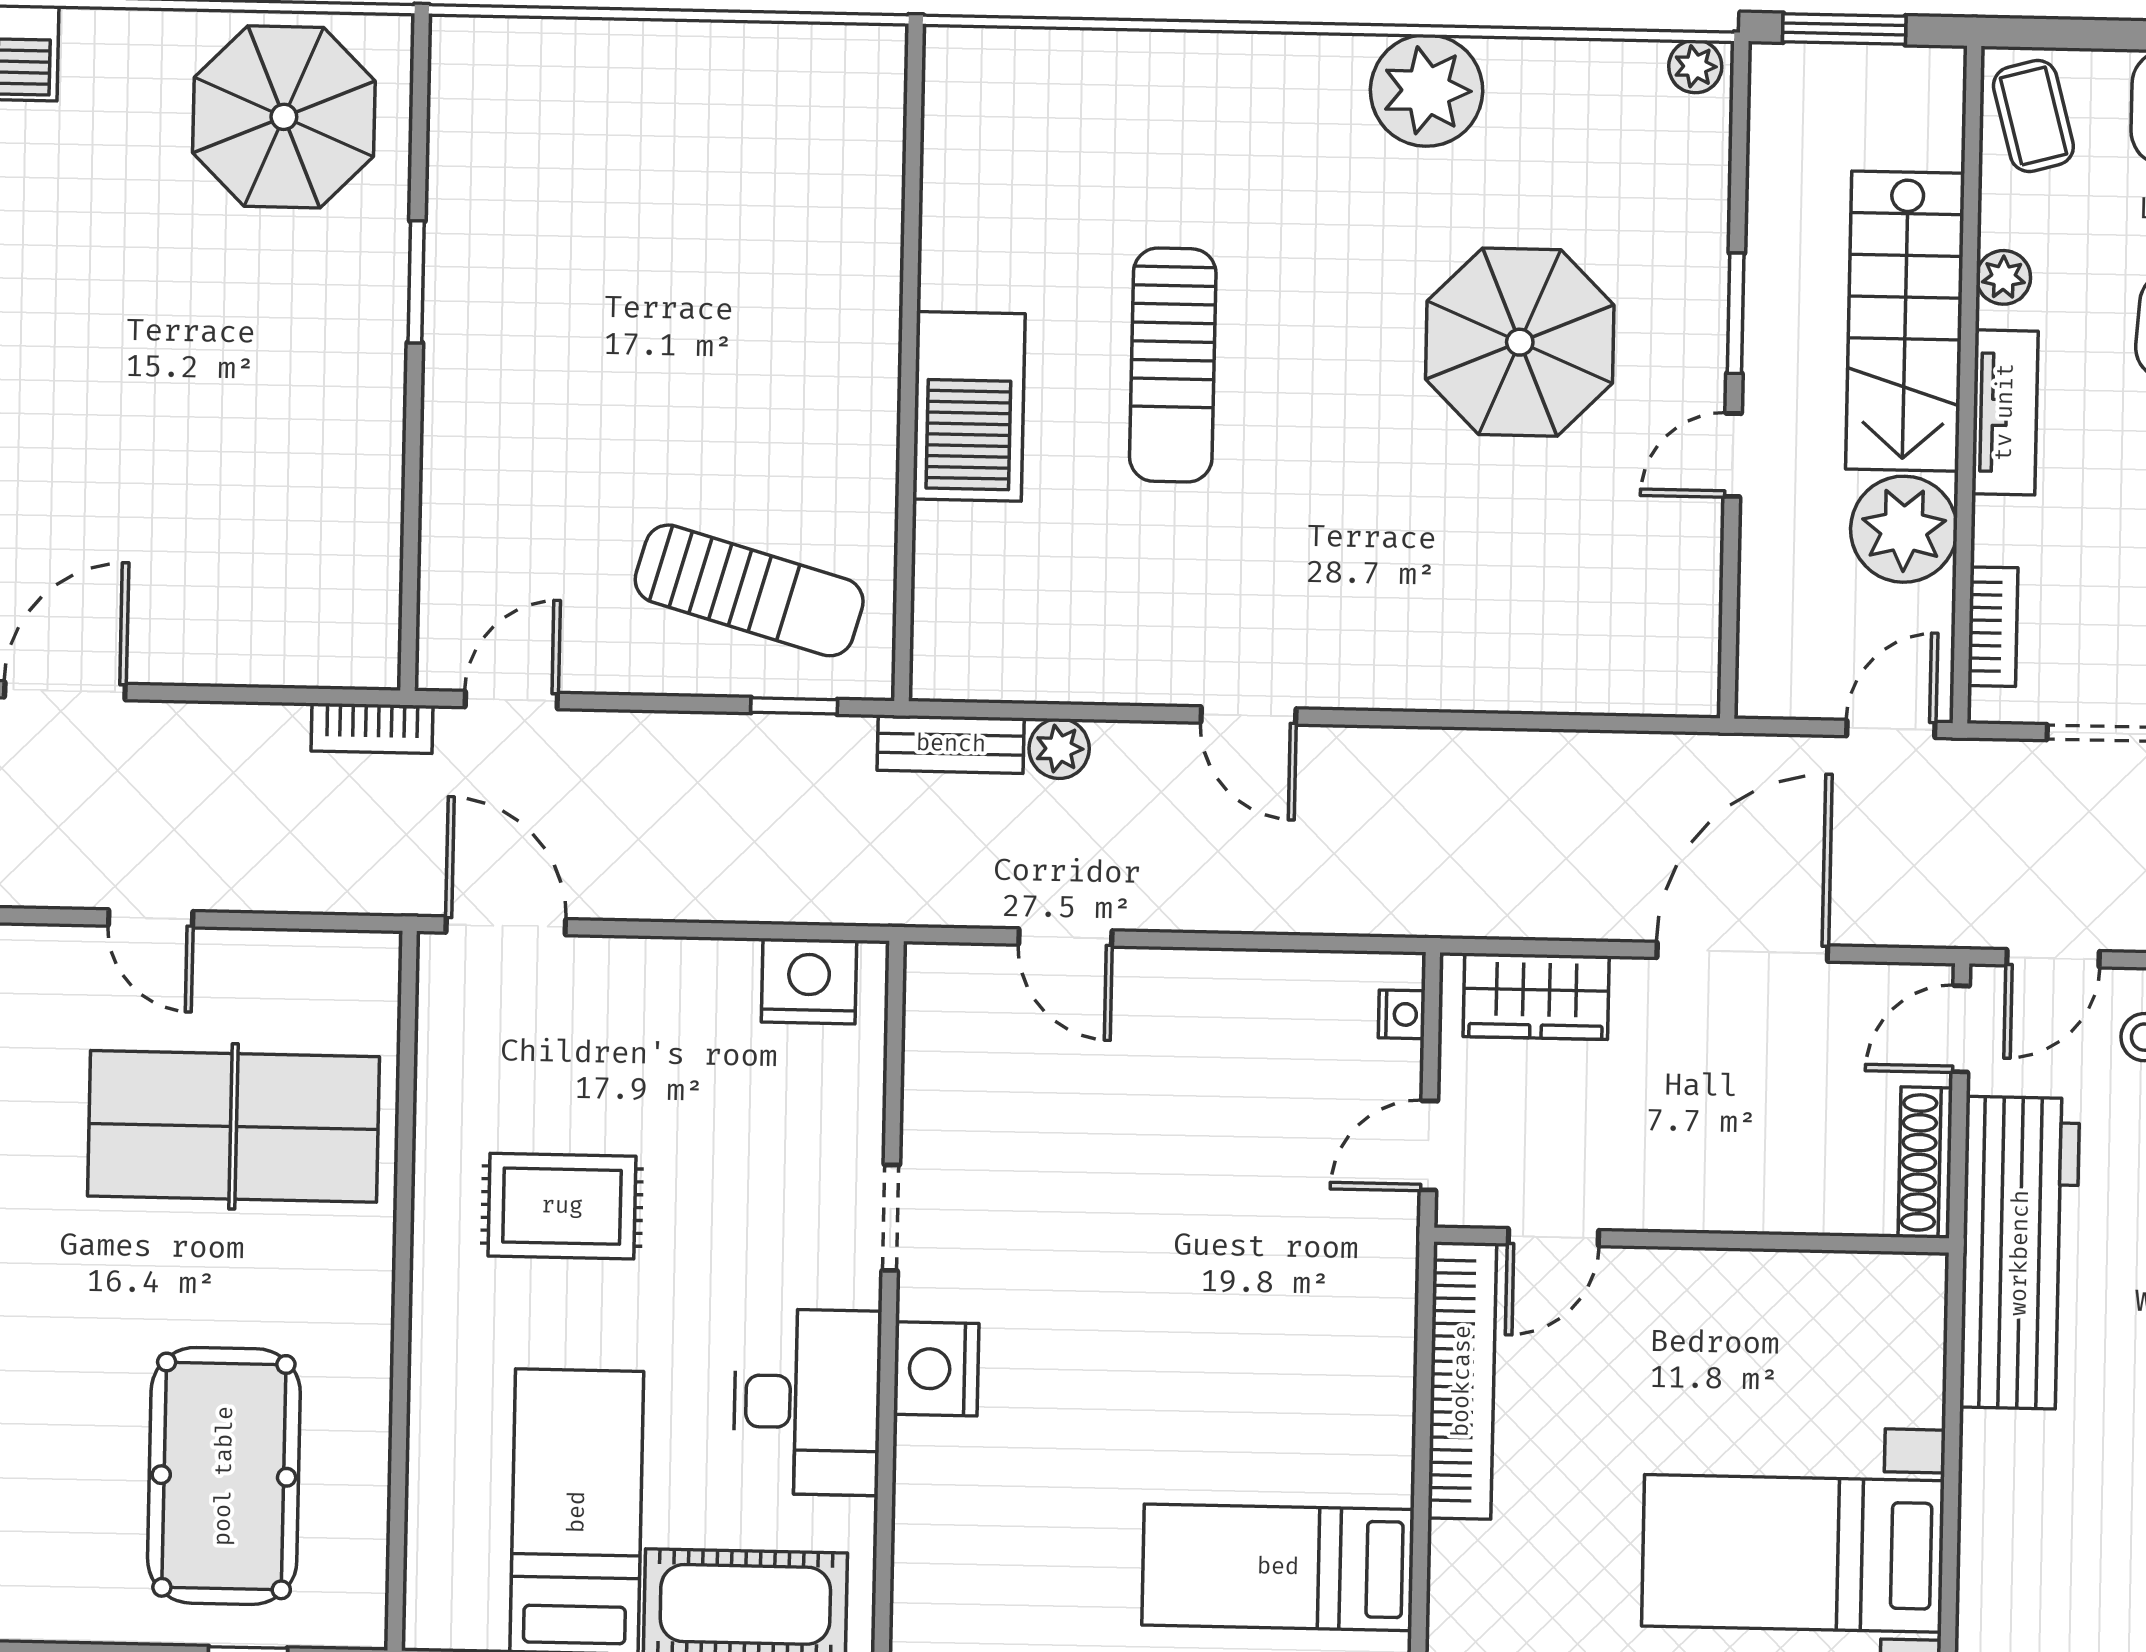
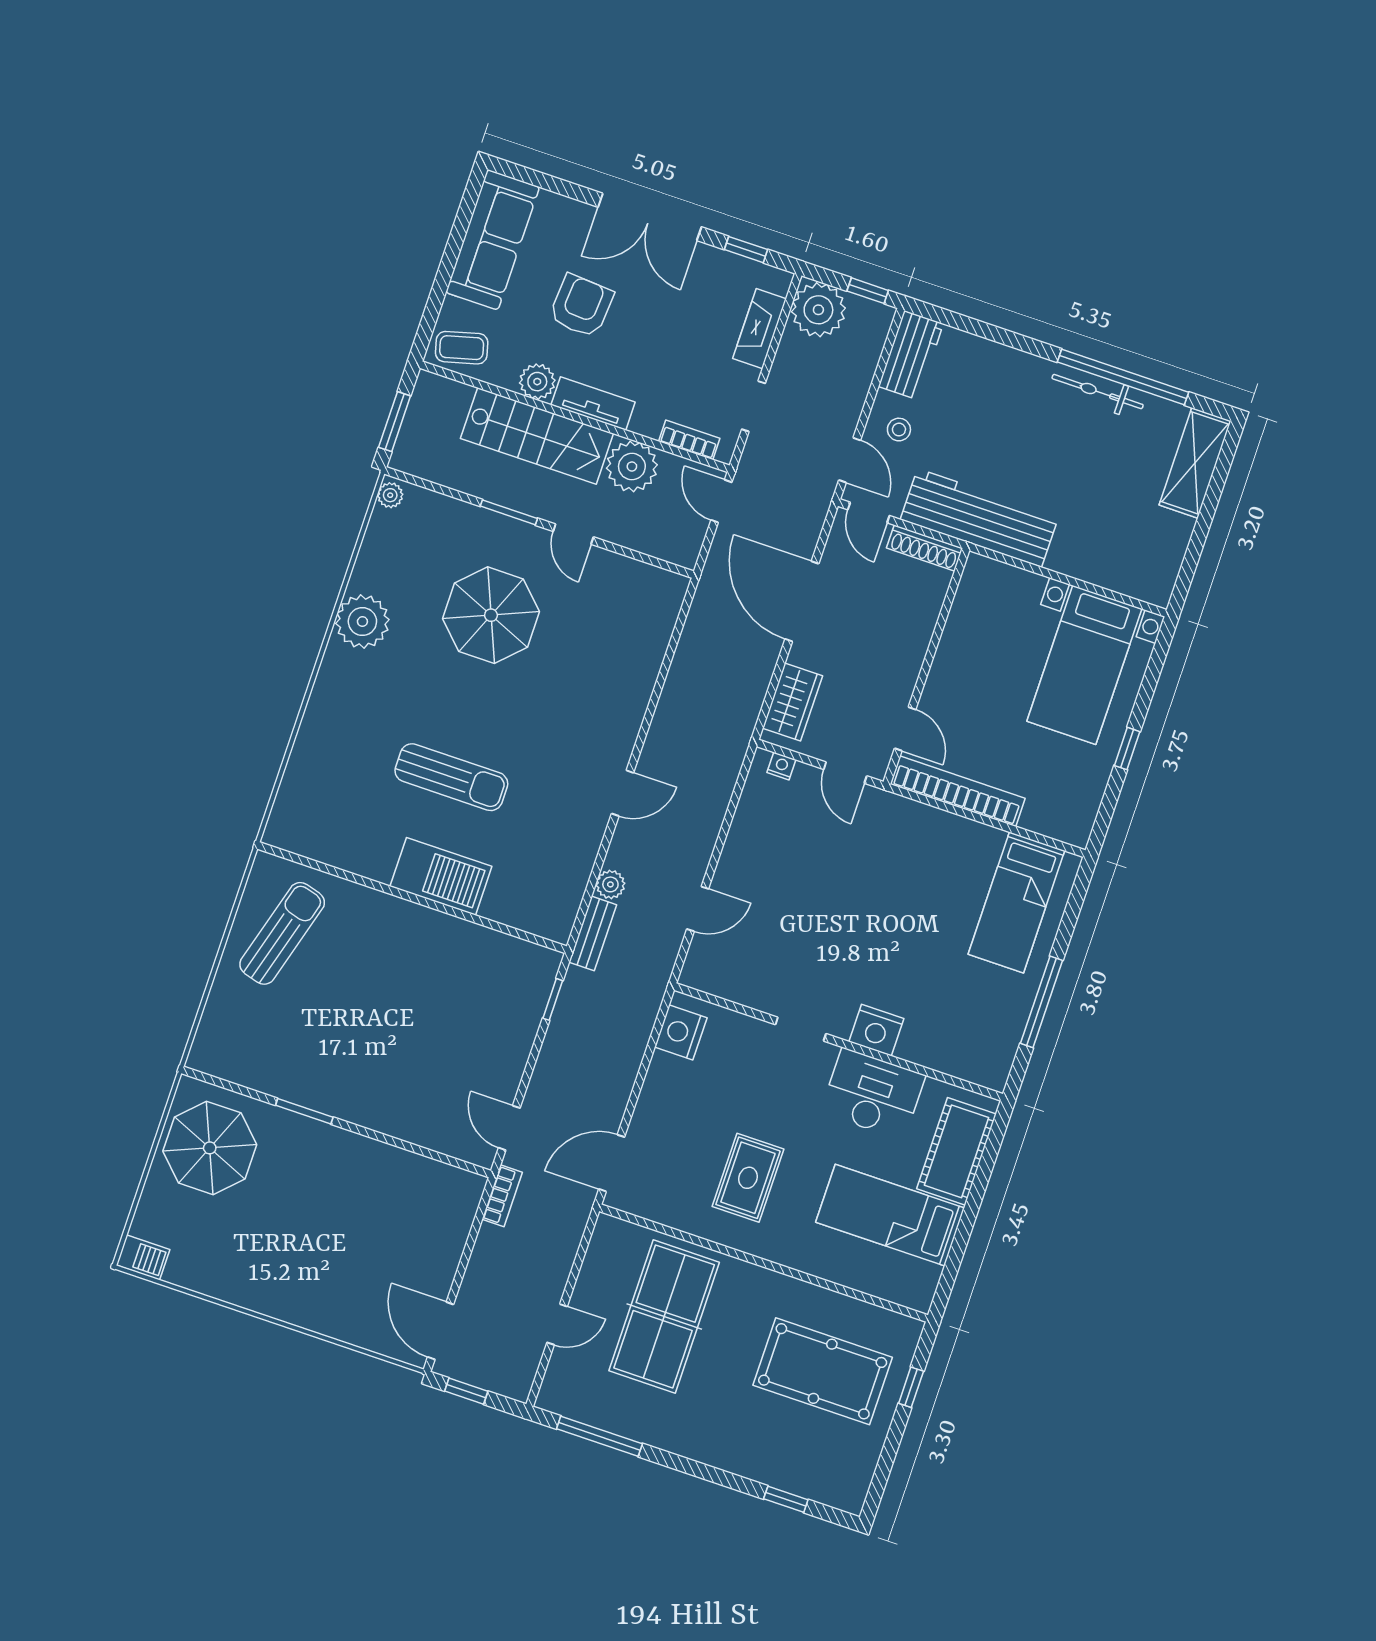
plant: (2003, 277) -> (537, 382), width x1.38, depth x1.38
sun lounger: (749, 590) -> (282, 933), moved

